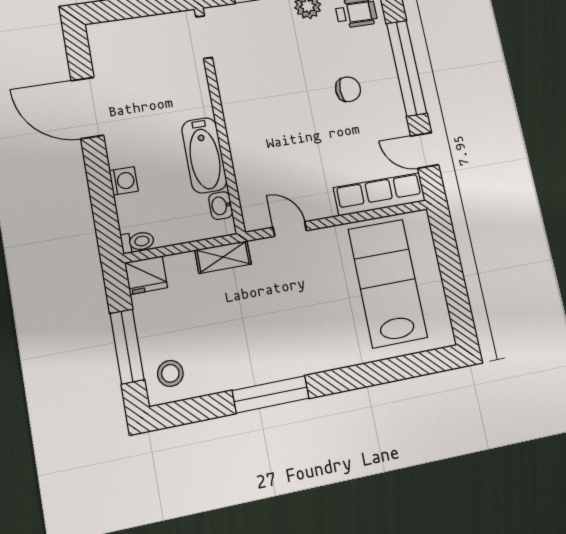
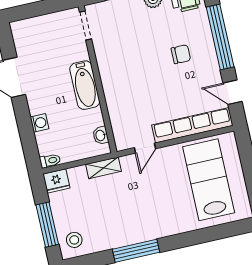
bathtub: (204, 155) -> (85, 85), moved
row of seats: (379, 194) -> (192, 125), width x1.36
door: (290, 229) -> (145, 148), swing flipped

